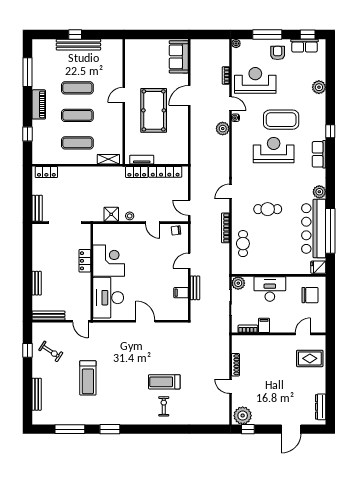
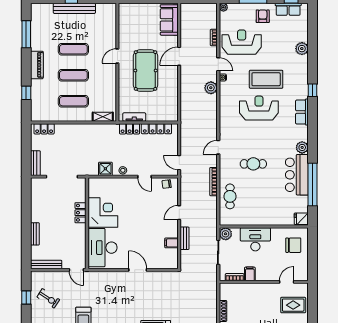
bar counter: (314, 229) -> (297, 175), width x0.73

